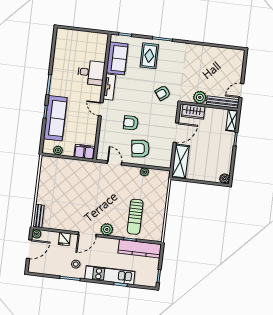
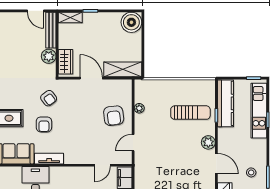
door: (101, 109) -> (103, 165), moved
armchair: (131, 123) -> (44, 124), moved
boiler: (225, 179) -> (131, 22), width x1.86, depth x1.86
kitchen unit: (110, 275) -> (259, 111), moved

